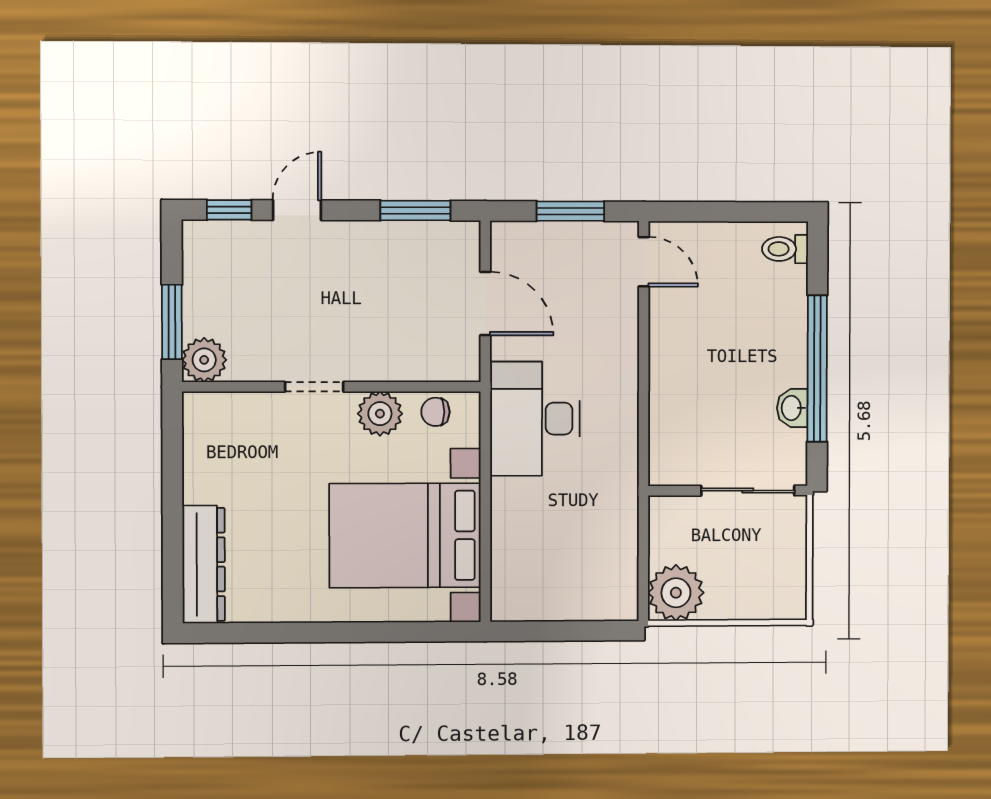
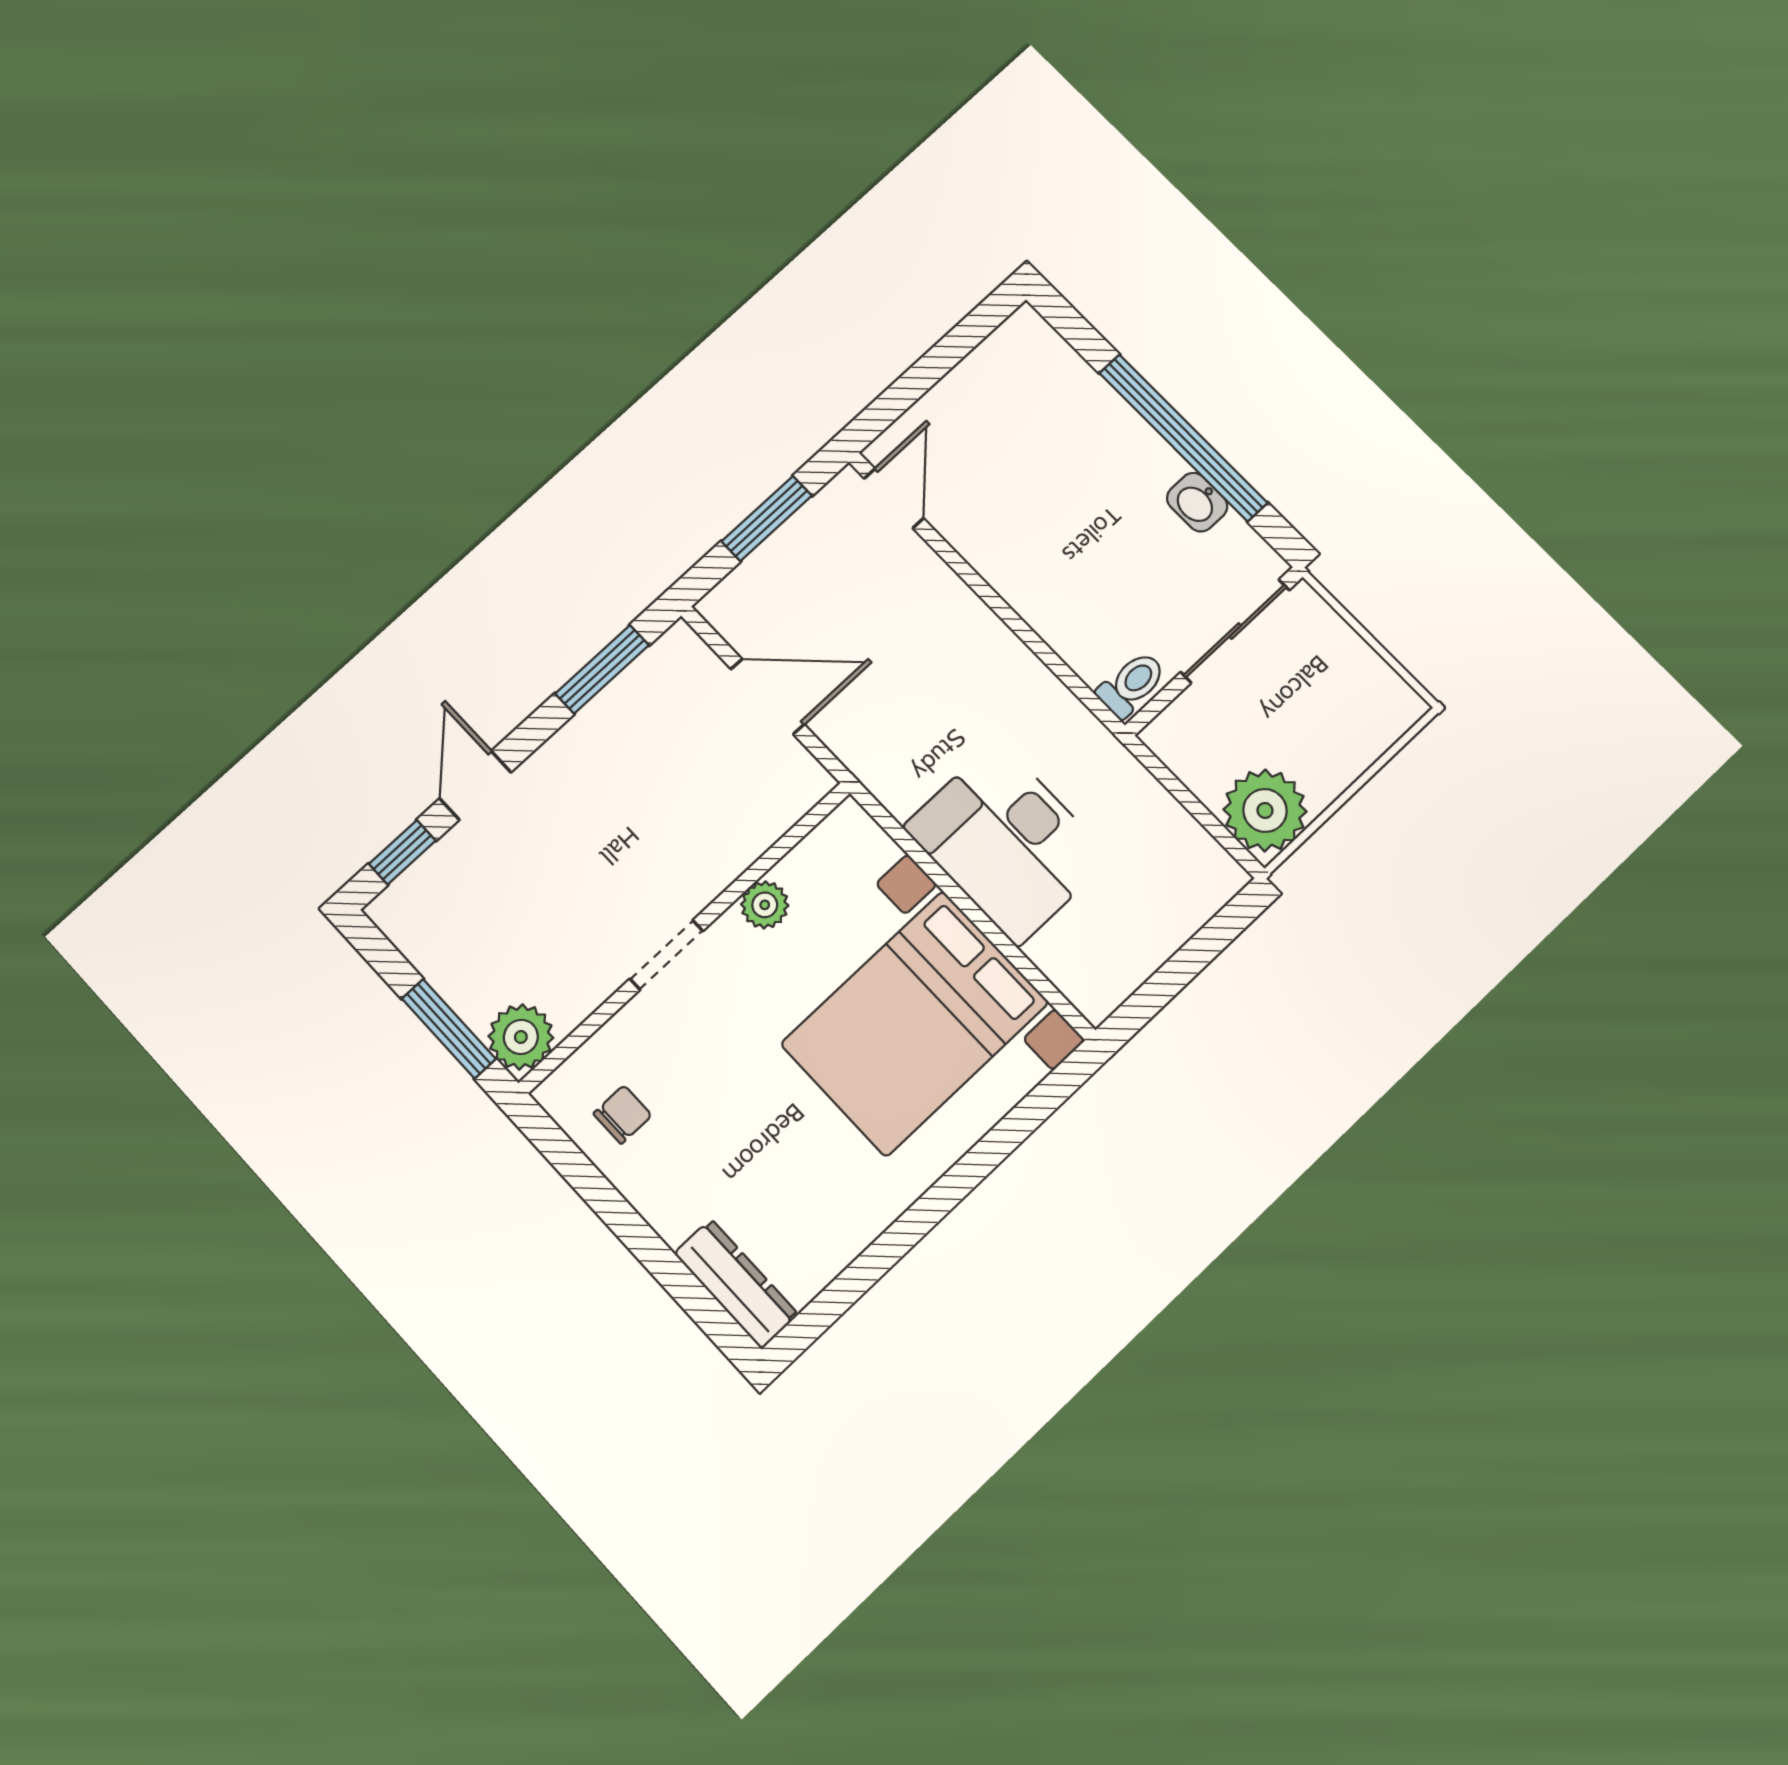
toilet: (785, 249) -> (1131, 684), moved, turned 180
door: (644, 262) -> (894, 498), hinge flipped
chair: (435, 412) -> (623, 1114), moved, turned 180
plant: (380, 414) -> (765, 905), width x0.73, depth x0.73
desk: (535, 419) -> (1007, 843), moved
dresser: (204, 564) -> (736, 1284), width x0.73, depth x0.80

